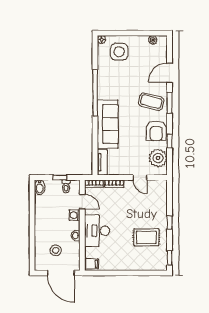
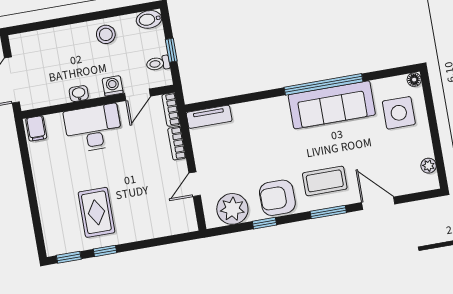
coffee table: (151, 102) -> (325, 181), turned 76
sofa: (108, 124) -> (332, 105), moved
window: (170, 223) -> (105, 251), moved
stool: (56, 250) -> (106, 34), moved

